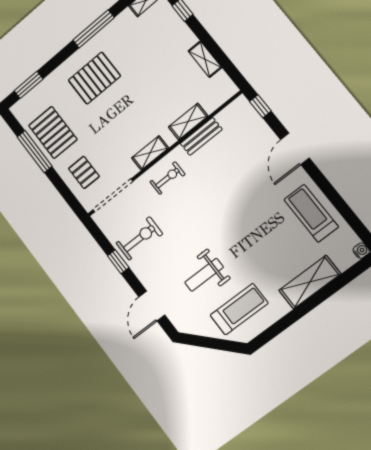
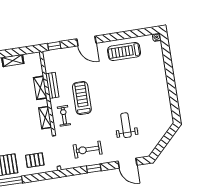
exercise bike: (139, 239) -> (88, 150), turned -90
weight bench: (204, 275) -> (126, 125), turned 180
shelving: (310, 282) -> (159, 72), removed
treadmill: (239, 309) -> (82, 98), moved

